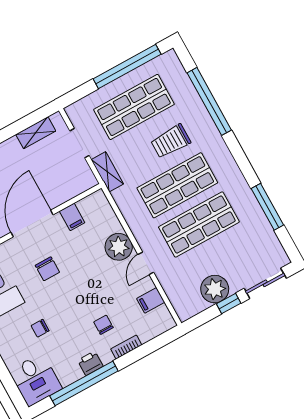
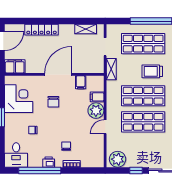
plant: (215, 289) -> (118, 159), moved
filing cabinet: (151, 300) -> (97, 97), moved

